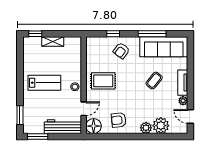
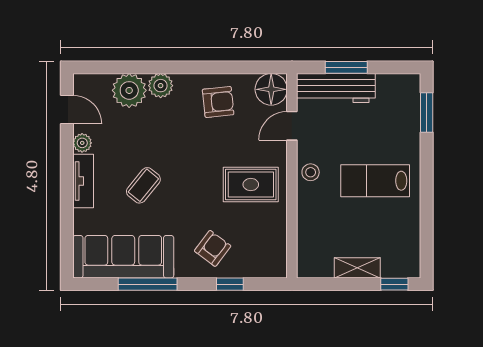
window: (38, 136) -> (346, 67), moved

